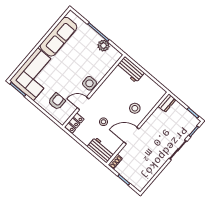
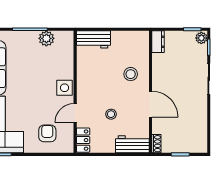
plant: (194, 122) -> (201, 38), added
door: (131, 136) -> (150, 104), swing flipped

